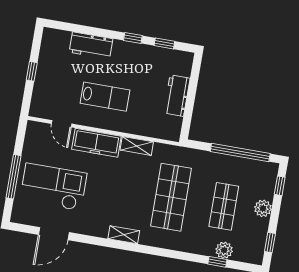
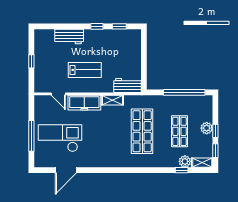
workbench: (177, 96) -> (127, 85), moved, turned 90
window: (280, 186) -> (215, 131), moved
shelving: (124, 235) -> (202, 163), moved

